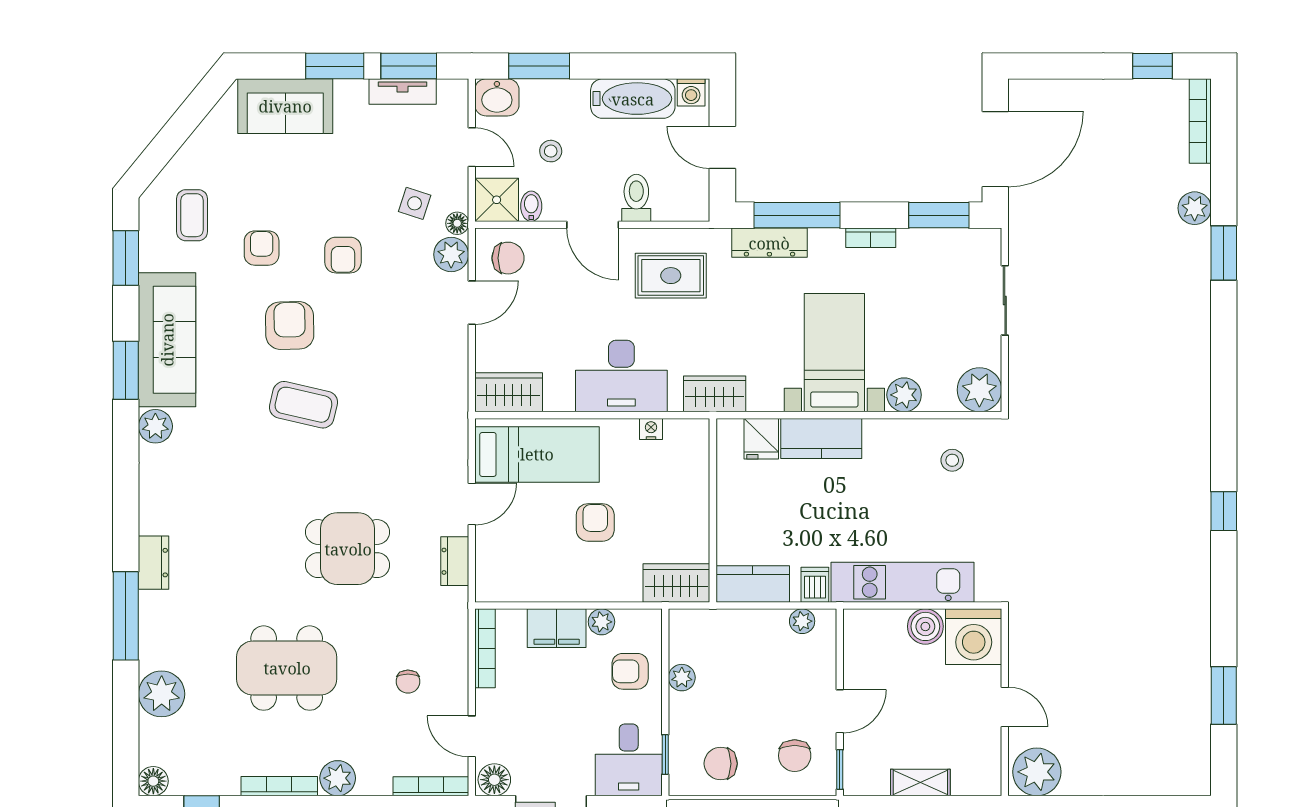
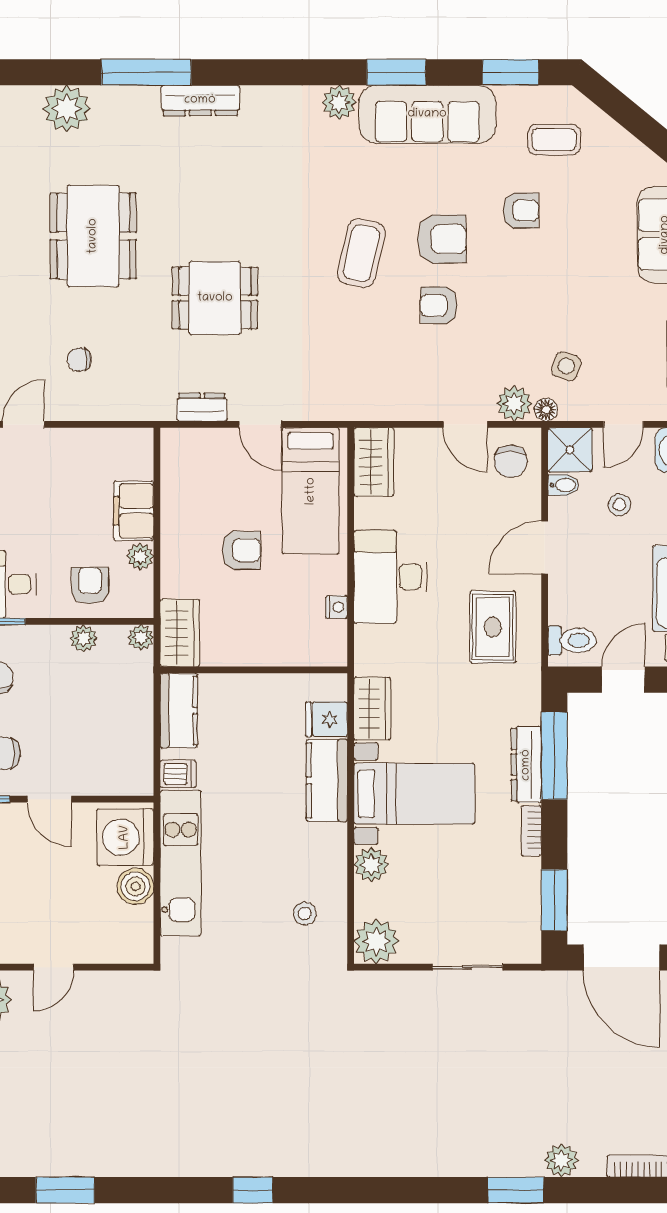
toilet: (636, 198) -> (572, 640), moved
dresser: (769, 243) -> (526, 765), moved
armchair: (343, 255) -> (439, 305), moved
wardrobe: (715, 394) -> (372, 708), moved
dining table: (348, 549) -> (215, 298), turned 90
dresser: (153, 563) -> (200, 100), width x1.44
plant: (802, 621) -> (141, 637), moved
washing machine: (974, 637) -> (125, 837), moved
bookcase: (485, 648) -> (113, 438), removed

